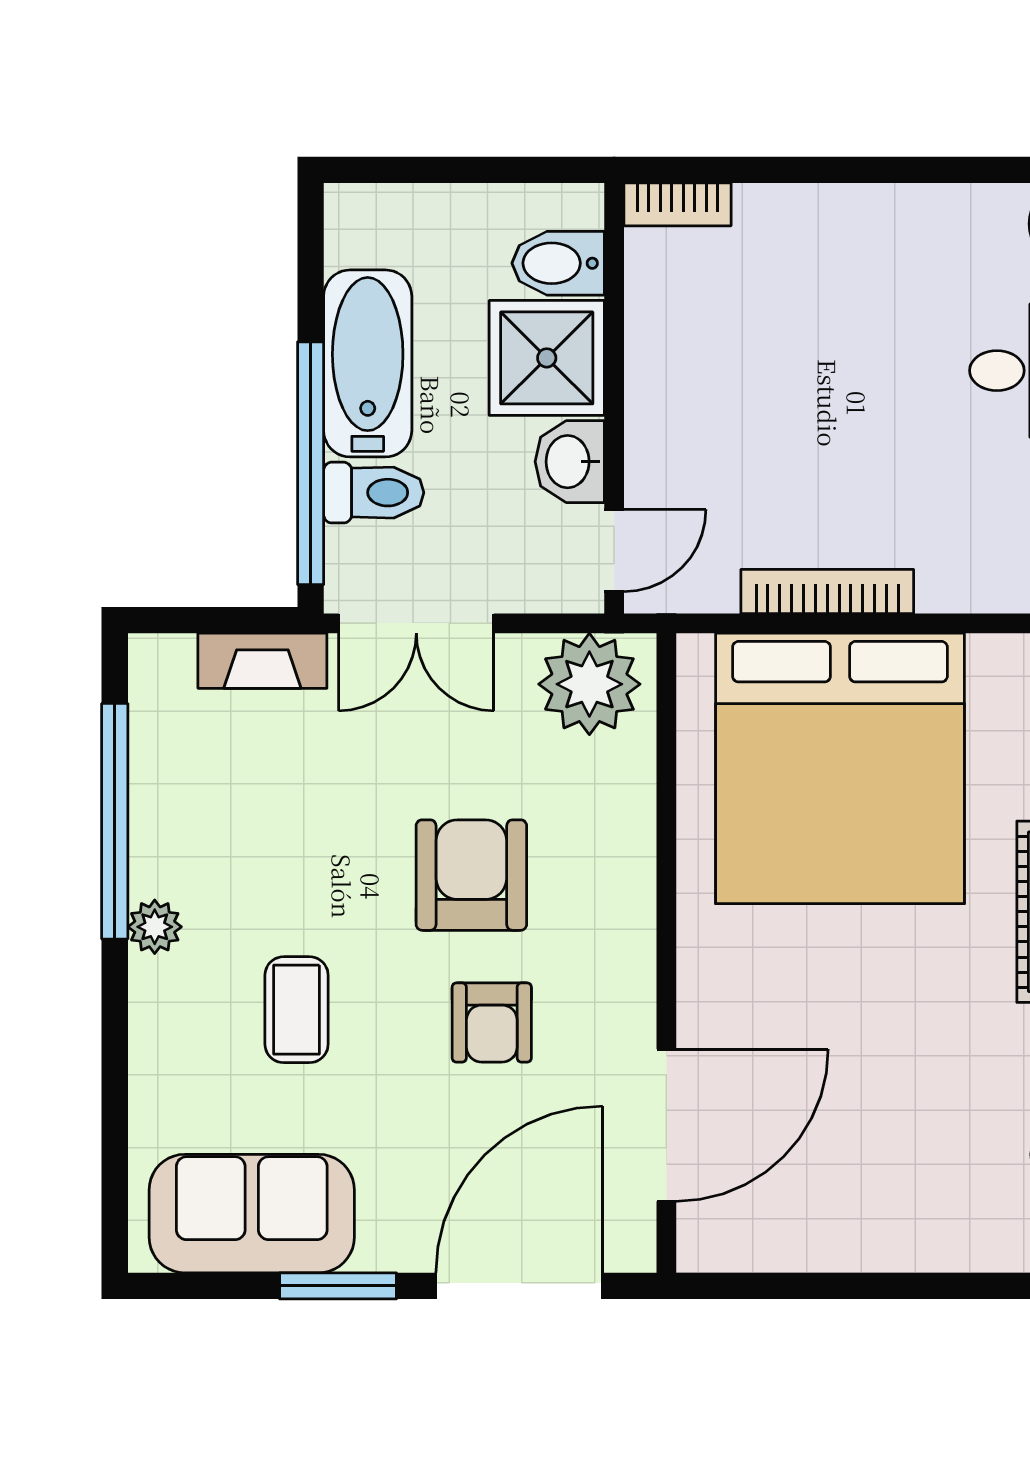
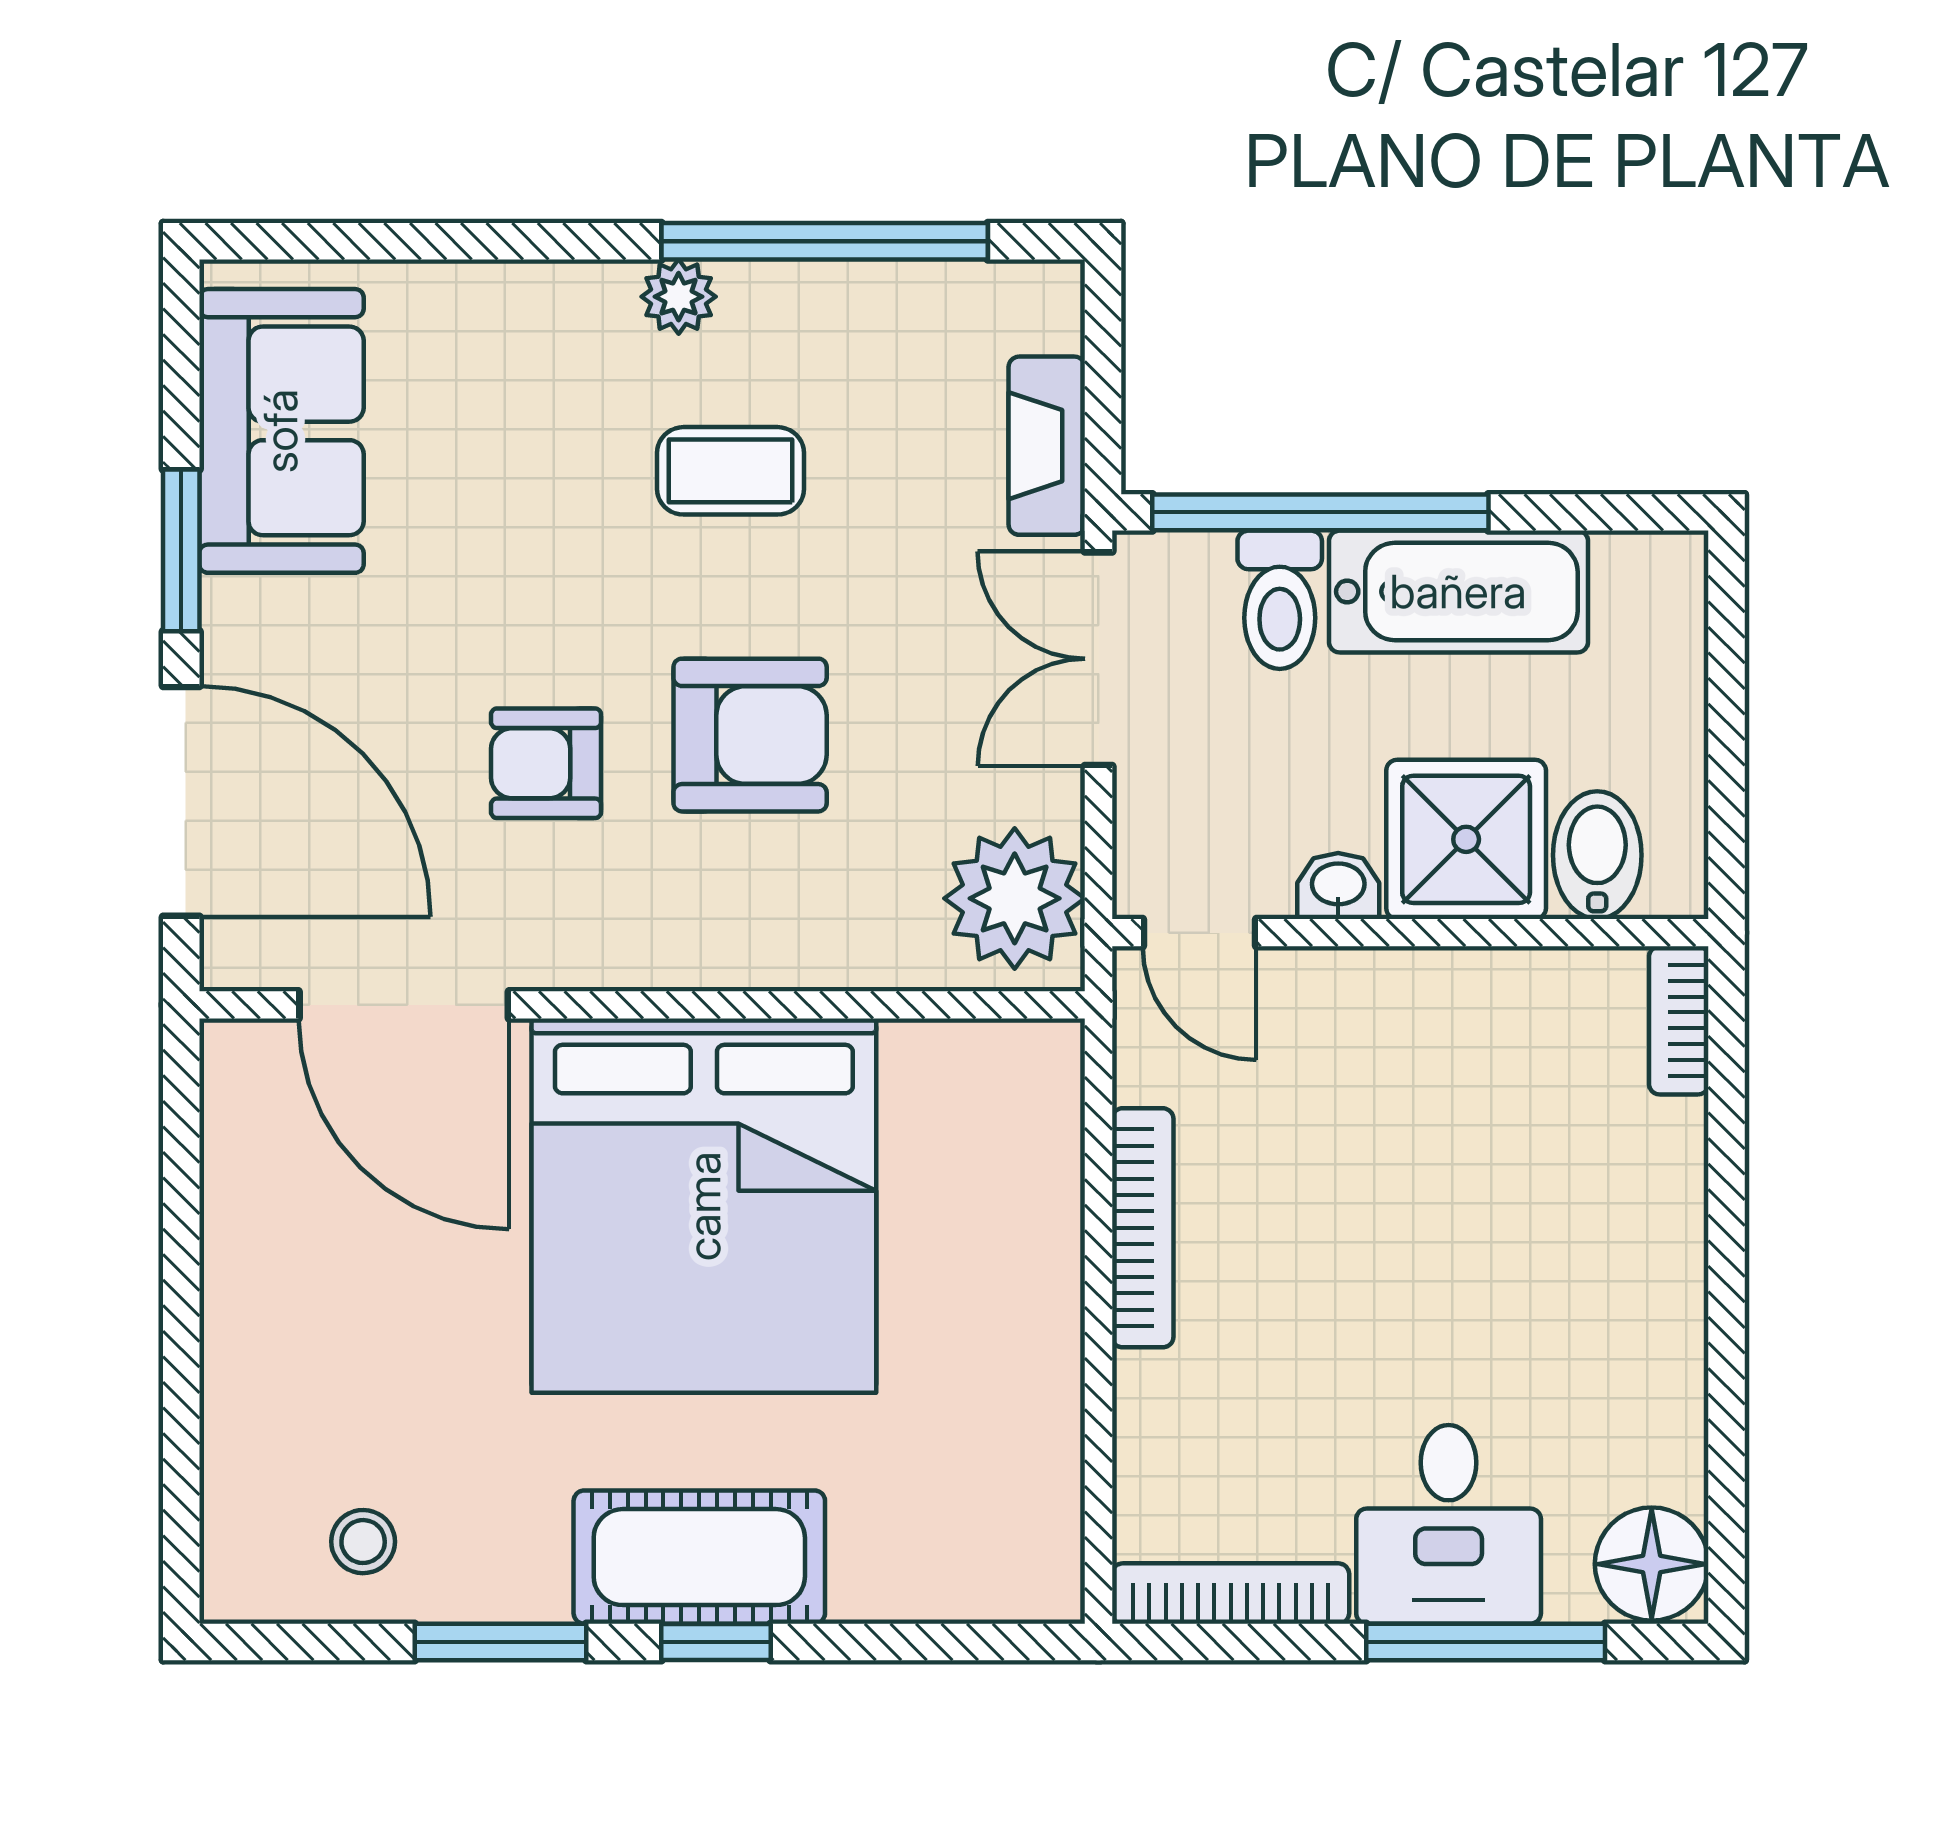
washbasin: (570, 462) -> (1338, 886), width x0.72, depth x0.69
bed: (840, 768) -> (704, 1206), moved, turned -90
coffee table: (297, 1010) -> (730, 471), moved

